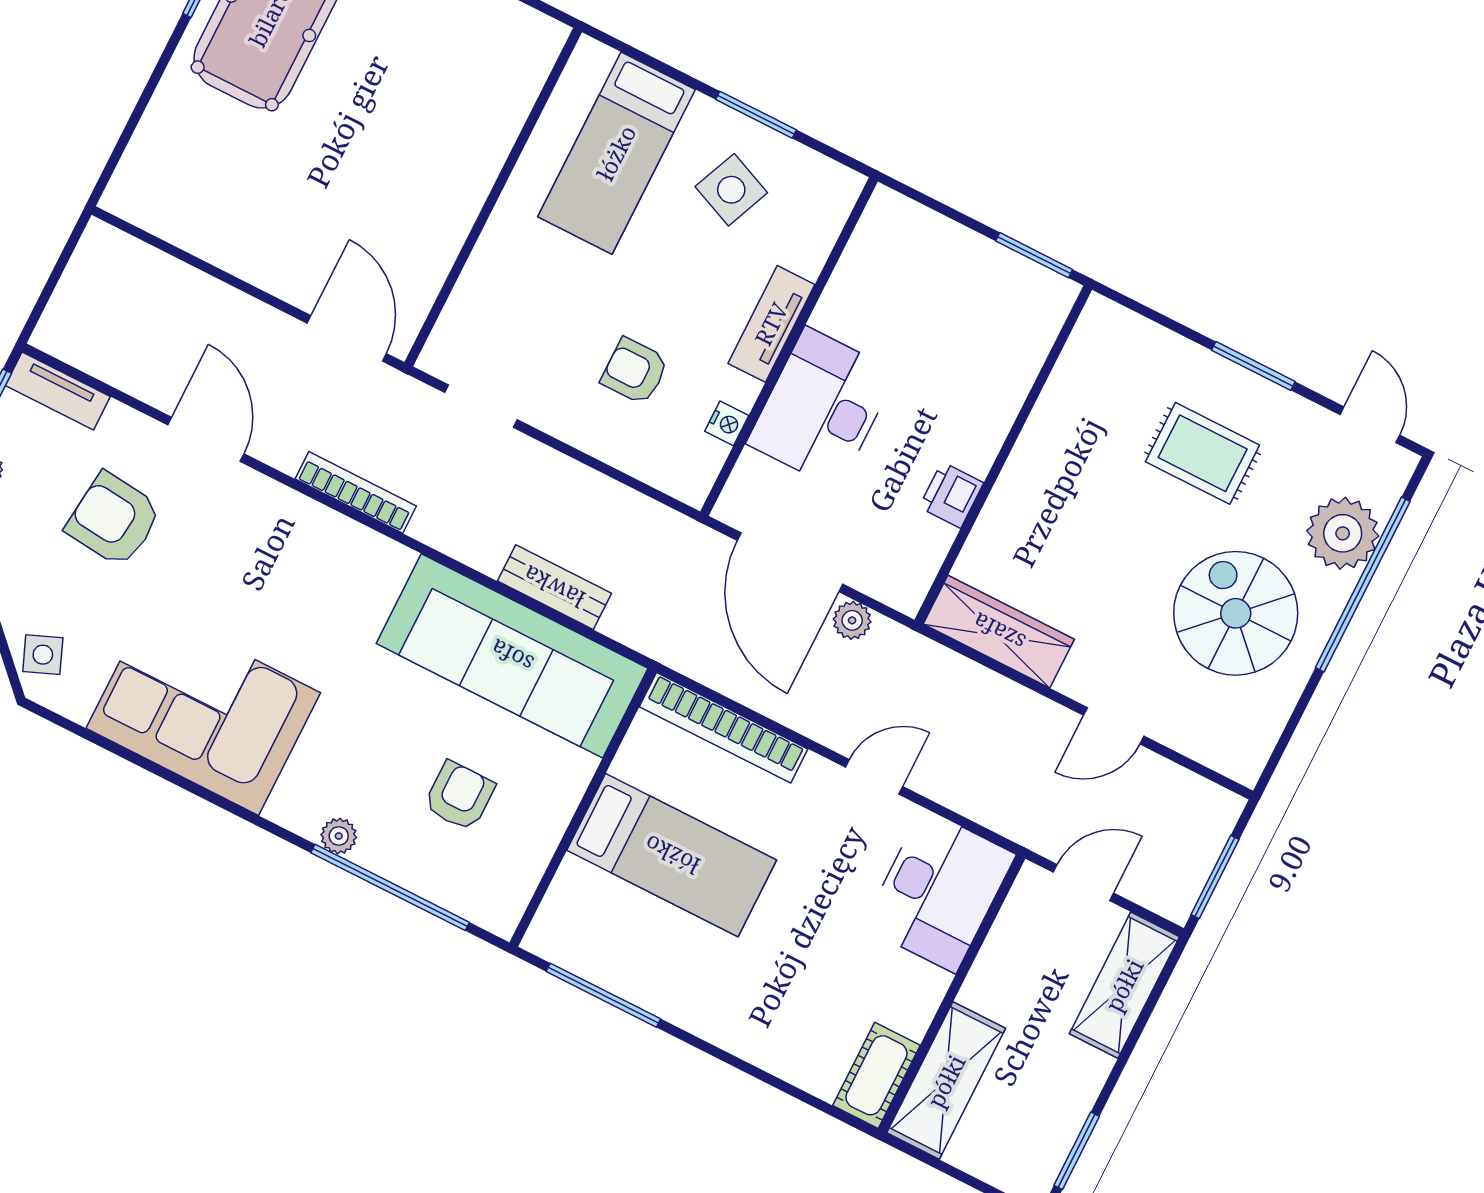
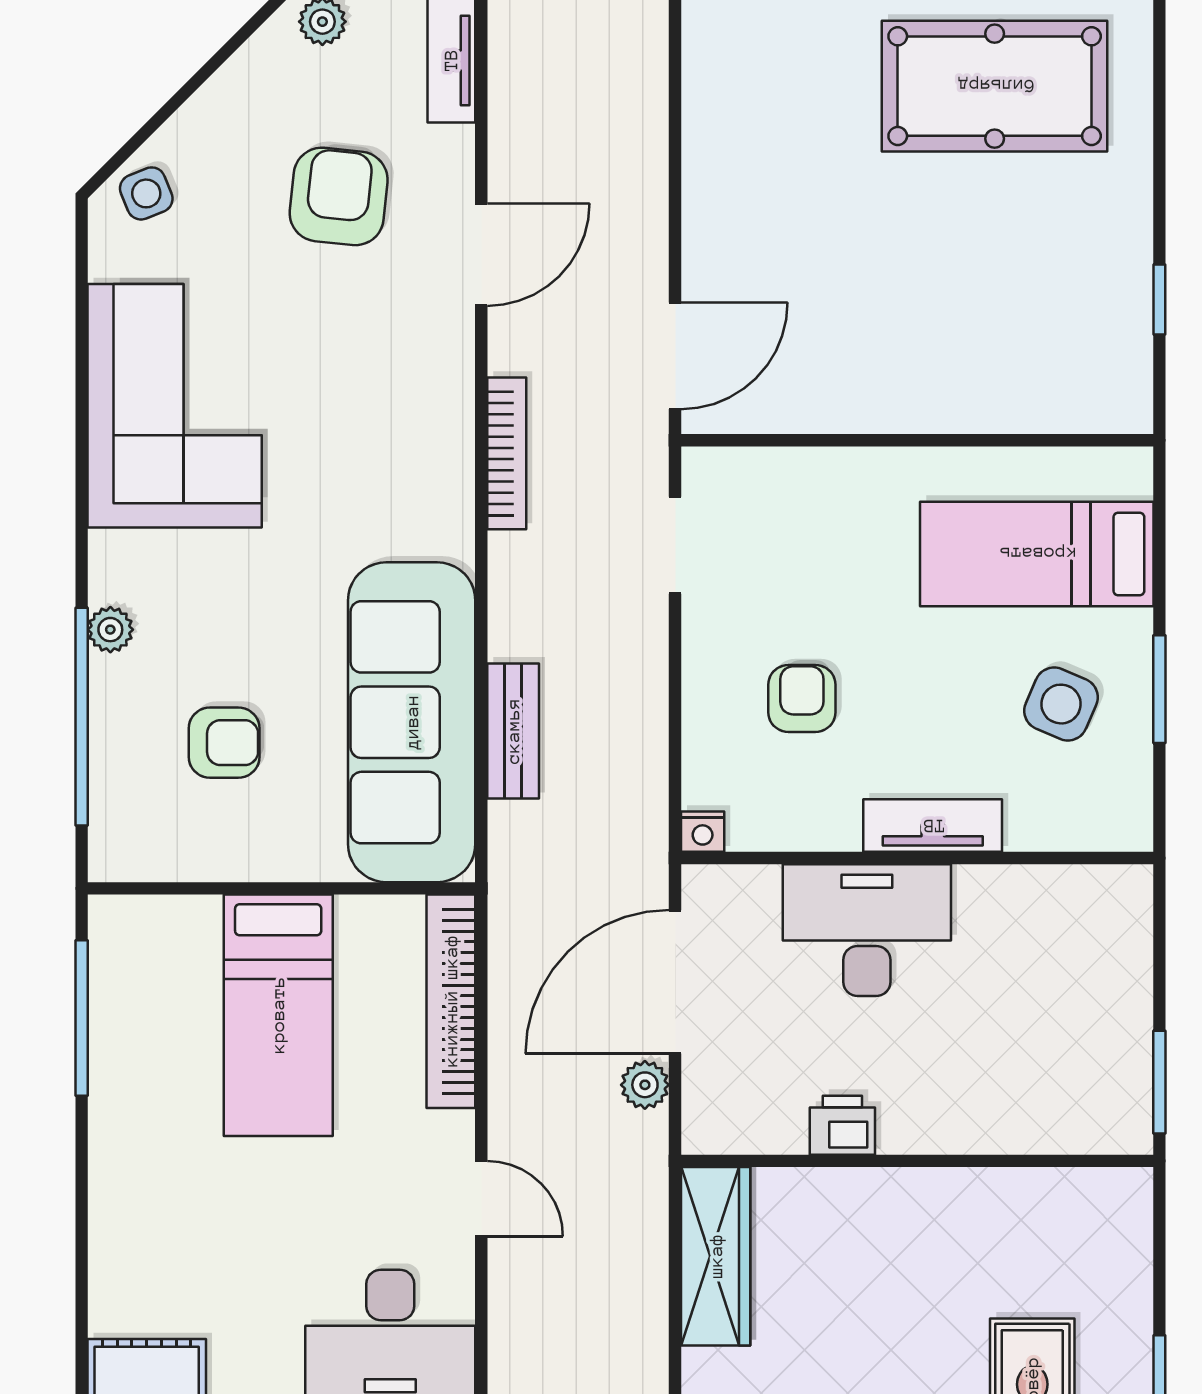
nightstand: (727, 423) -> (703, 832), moved

